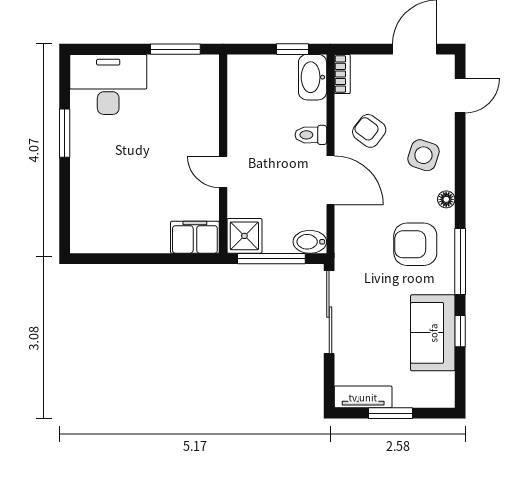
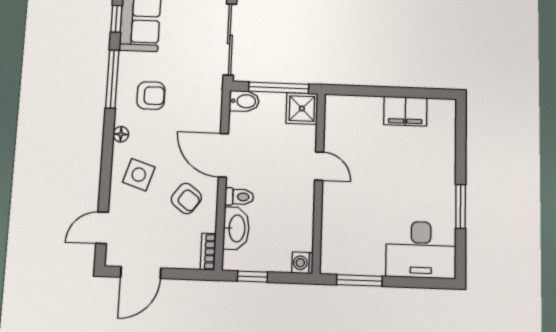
washing machine: (238, 66) -> (302, 263), added
washbasin: (313, 77) -> (236, 228), moved
filing cabinet: (195, 237) -> (405, 111), moved
armchair: (415, 244) -> (151, 96), width x0.72, depth x0.72

